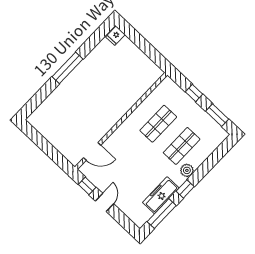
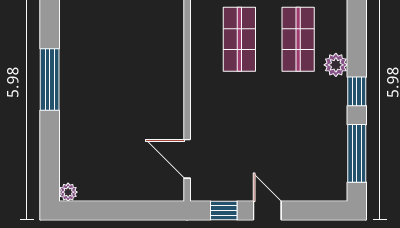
plant: (32, 120) -> (68, 192), added
door: (92, 151) -> (187, 159), swing flipped
freezer: (161, 195) -> (332, 130), removed

